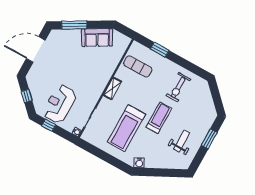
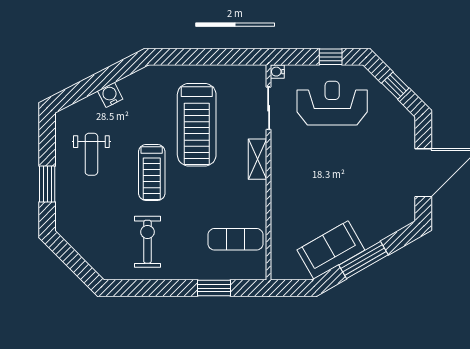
window: (74, 25) -> (363, 260), moved
shelving: (112, 88) -> (257, 159), moved
reception desk: (60, 104) -> (332, 103), turned -90
treadmill: (126, 128) -> (197, 125), turned 180
water cooler: (139, 163) -> (110, 95), moved

